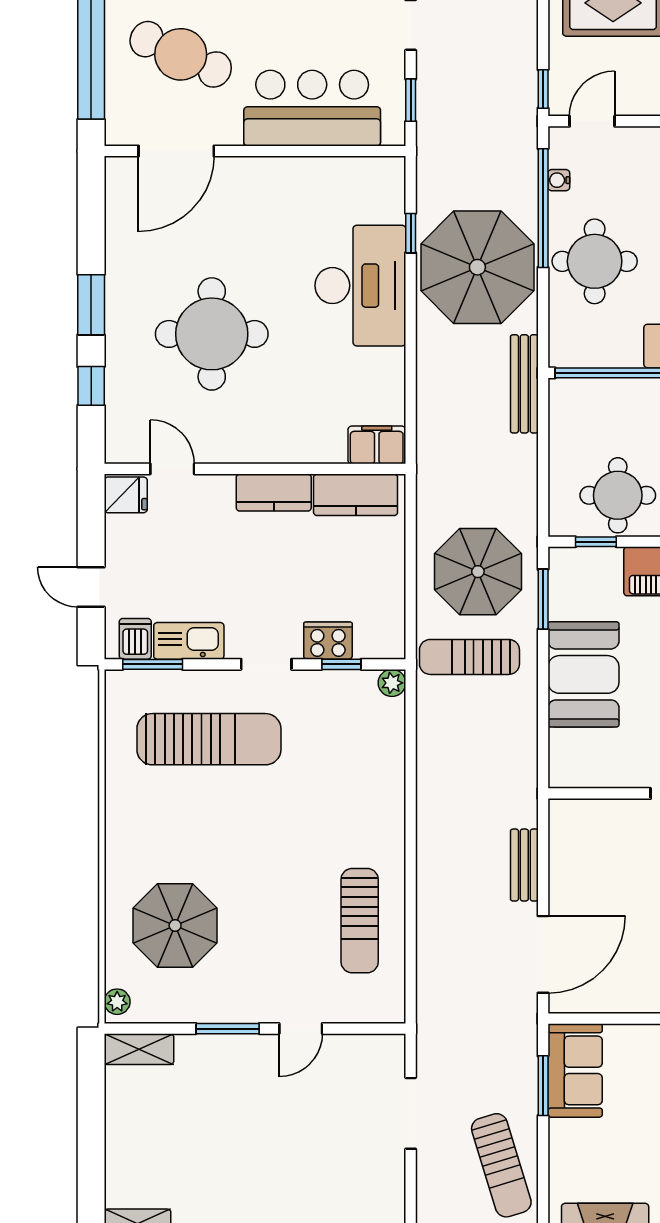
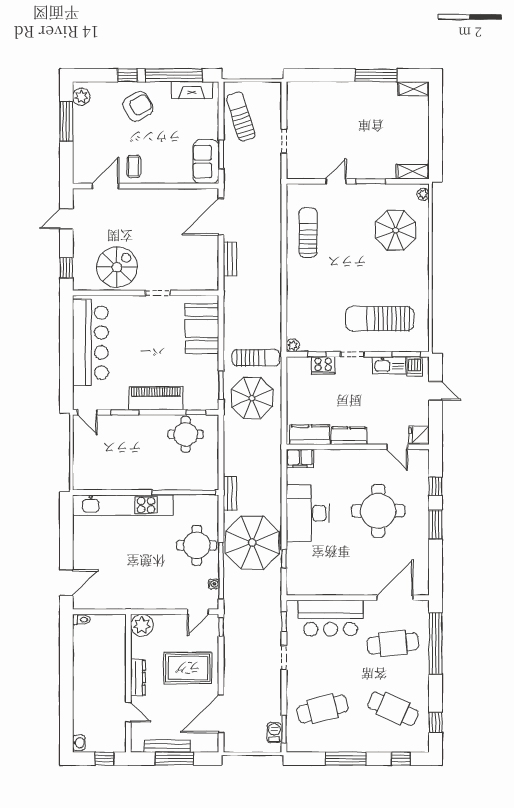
cafe table: (181, 54) -> (393, 644), turned -30
desk: (360, 286) -> (308, 513), moved
bench: (524, 384) -> (230, 493), width x0.73
booth: (583, 674) -> (202, 329), moved
doorway: (411, 1113) -> (284, 141), width x0.73

